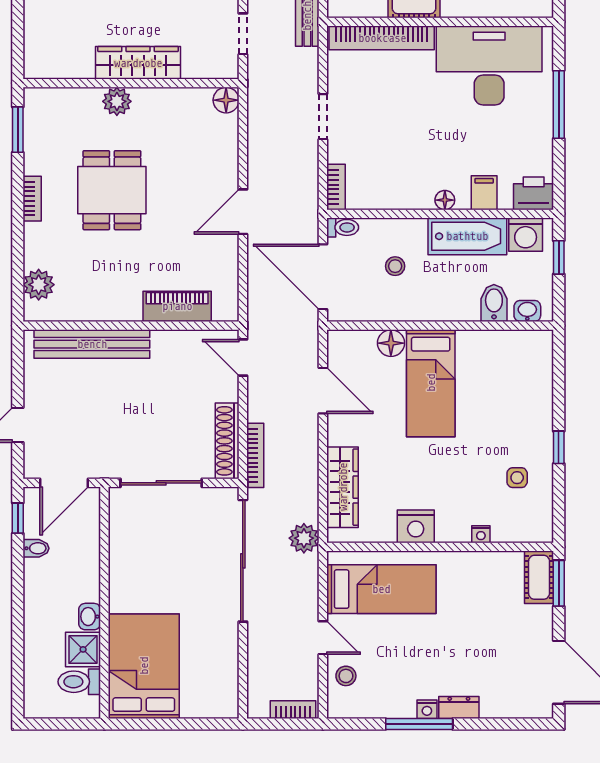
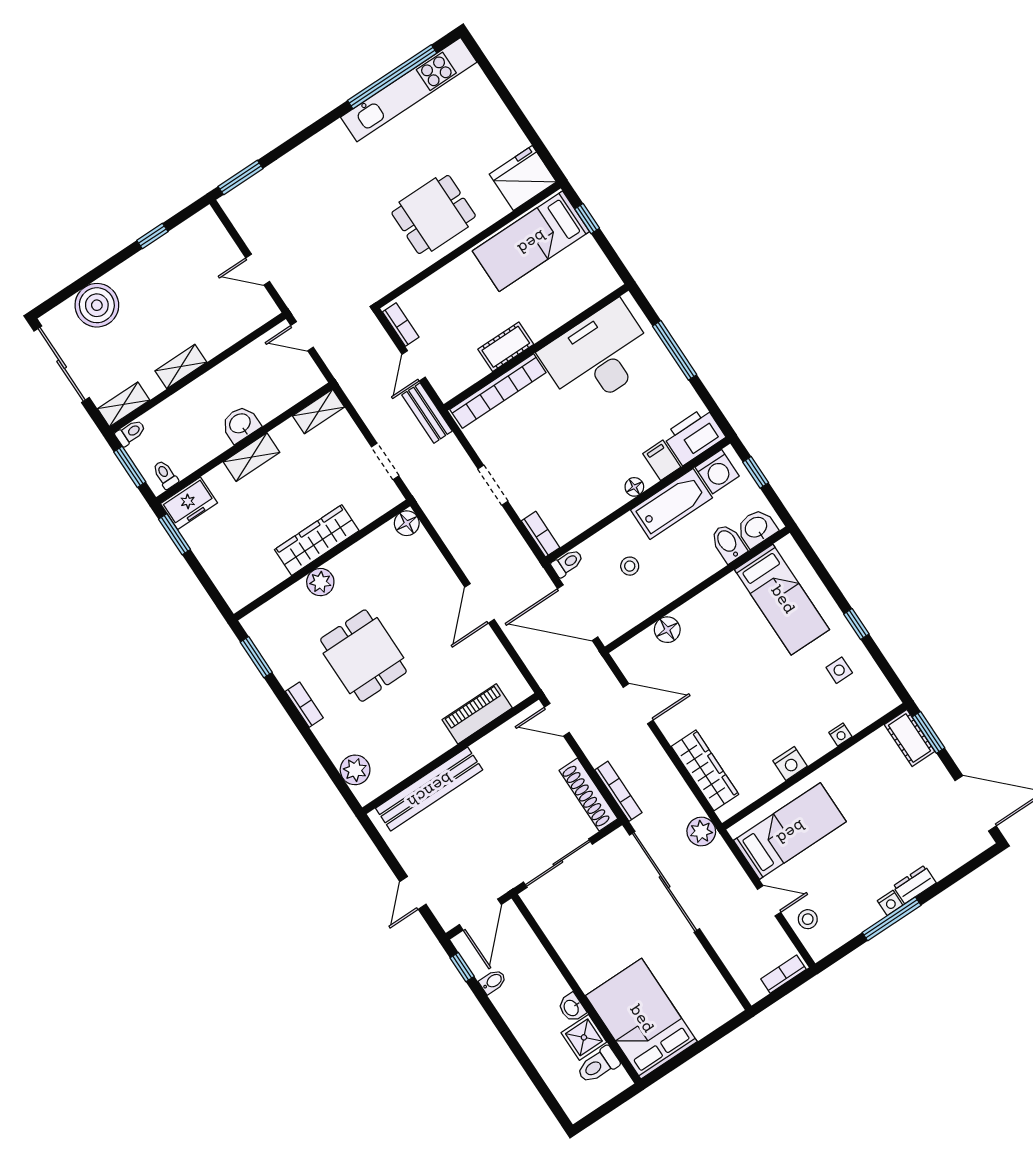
printer: (534, 193) -> (694, 436), width x1.37, depth x1.19
washbasin: (527, 311) -> (756, 528), width x1.38, depth x1.45
bed: (431, 383) -> (782, 600), moved
nightstand: (416, 526) -> (790, 763), width x0.74, depth x0.75

